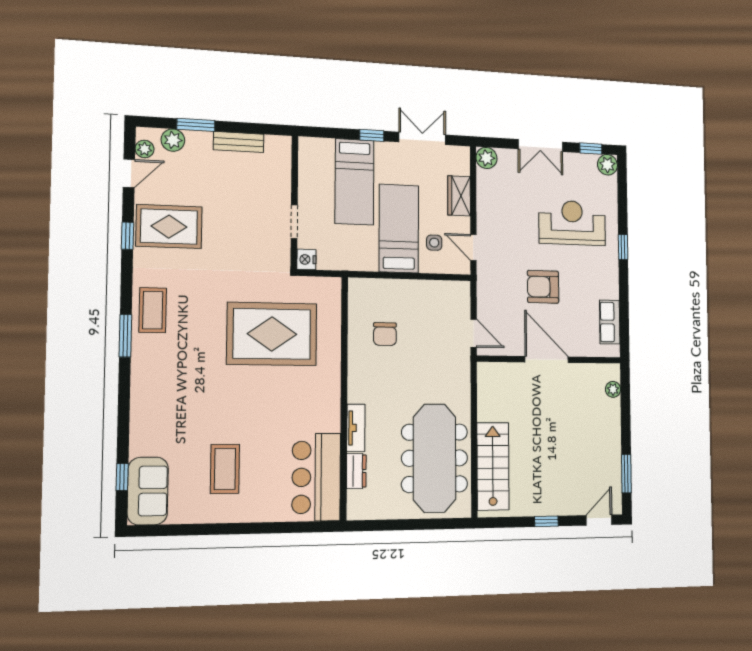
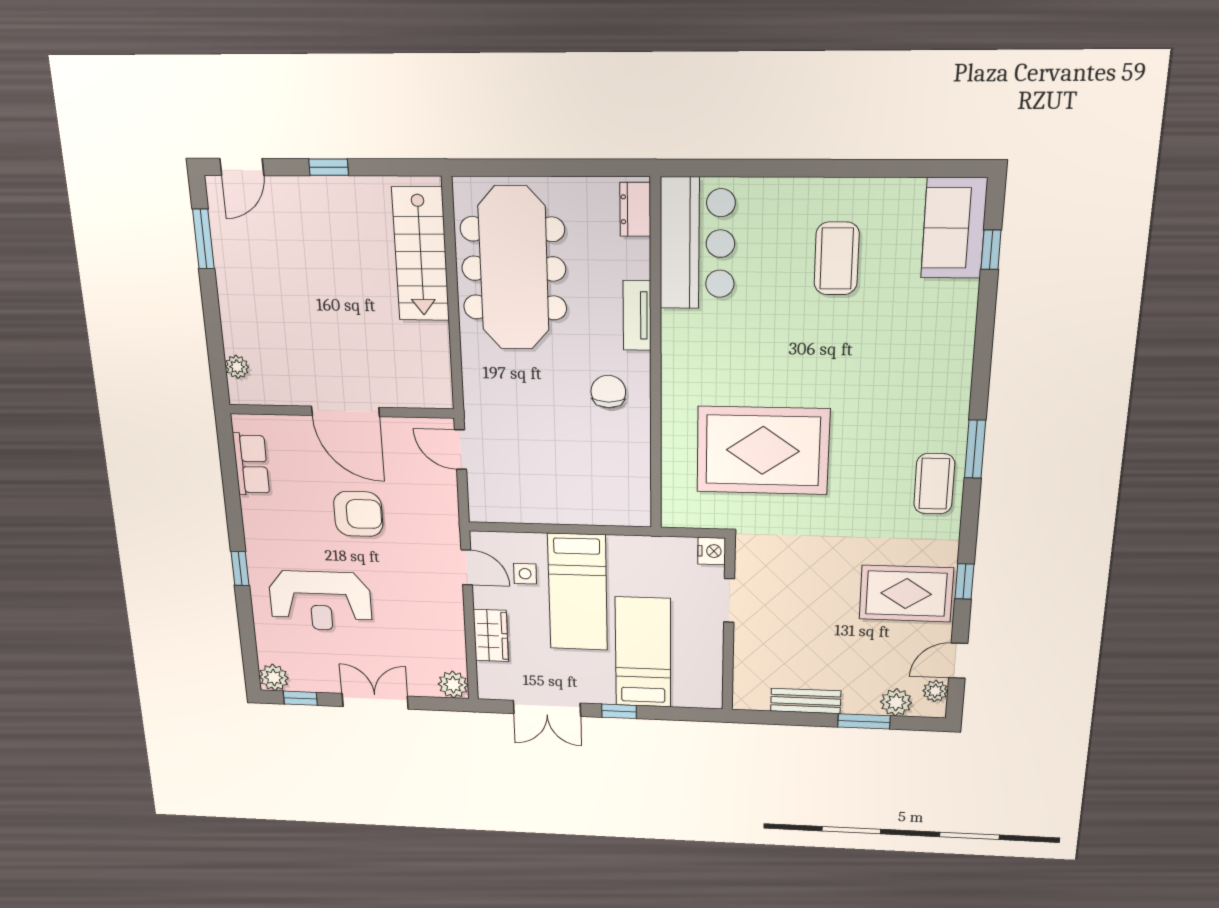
chair: (385, 334) -> (608, 392), moved
dresser: (356, 471) -> (635, 209), moved

